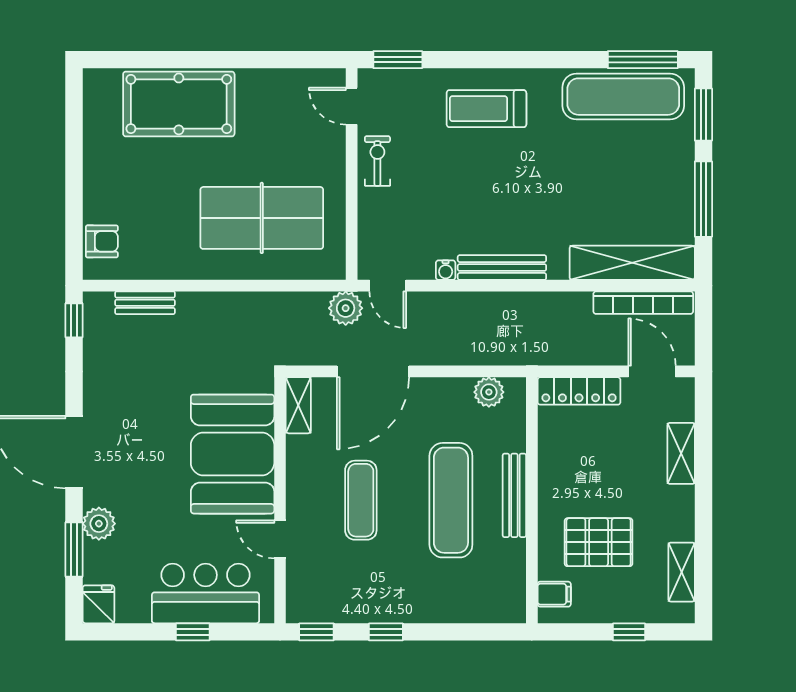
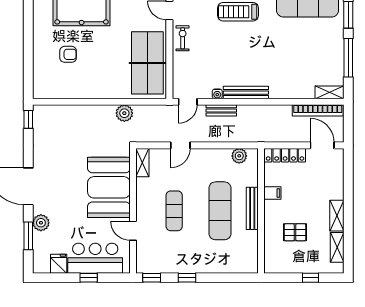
table tennis table: (262, 218) -> (147, 63), moved, turned 90
armchair: (102, 241) -> (68, 54), moved
shelving: (632, 263) -> (330, 92), width x0.45, depth x0.75
door: (388, 286) -> (188, 102), hinge flipped
bench: (145, 303) -> (221, 110), moved
plant: (346, 308) -> (124, 113), moved
door: (373, 371) -> (180, 145), width x0.53
shelving: (681, 453) -> (337, 216), moved
pallet: (599, 542) -> (295, 232), width x0.67, depth x0.71
filing cabinet: (554, 594) -> (272, 193), moved
fridge: (98, 604) -> (59, 264), moved

